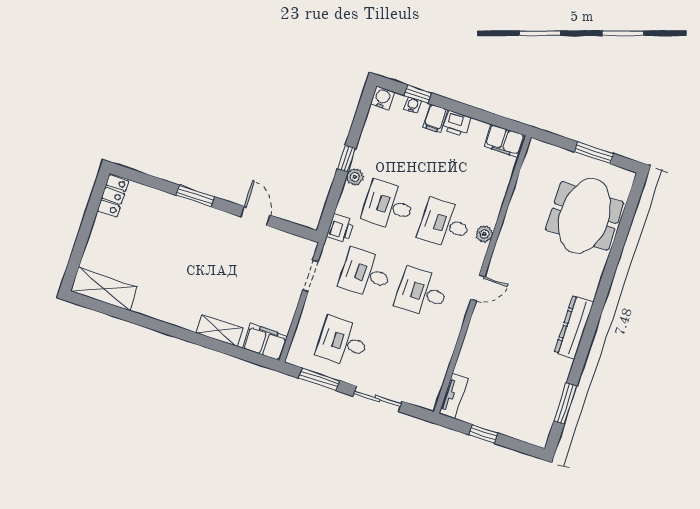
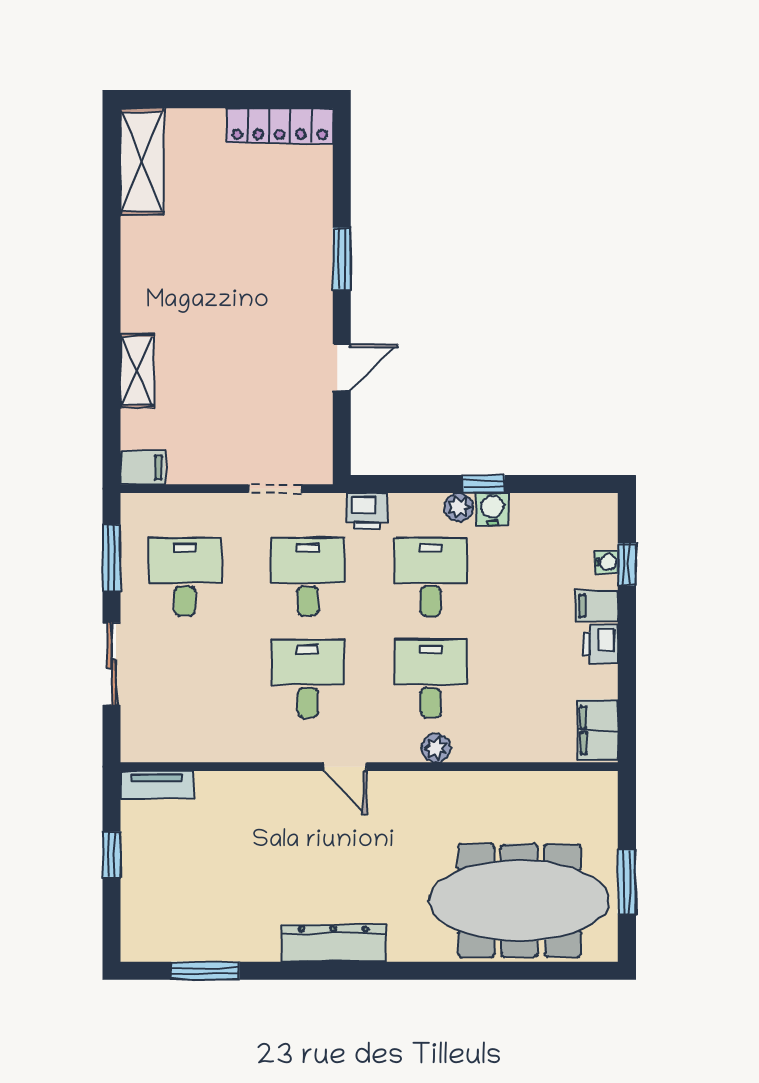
water cooler: (382, 98) -> (492, 509), moved, turned -90
locker: (113, 196) -> (280, 126), width x1.53
meeting table: (585, 216) -> (519, 901), width x1.36
filing cabinet: (265, 342) -> (143, 468), width x0.50

